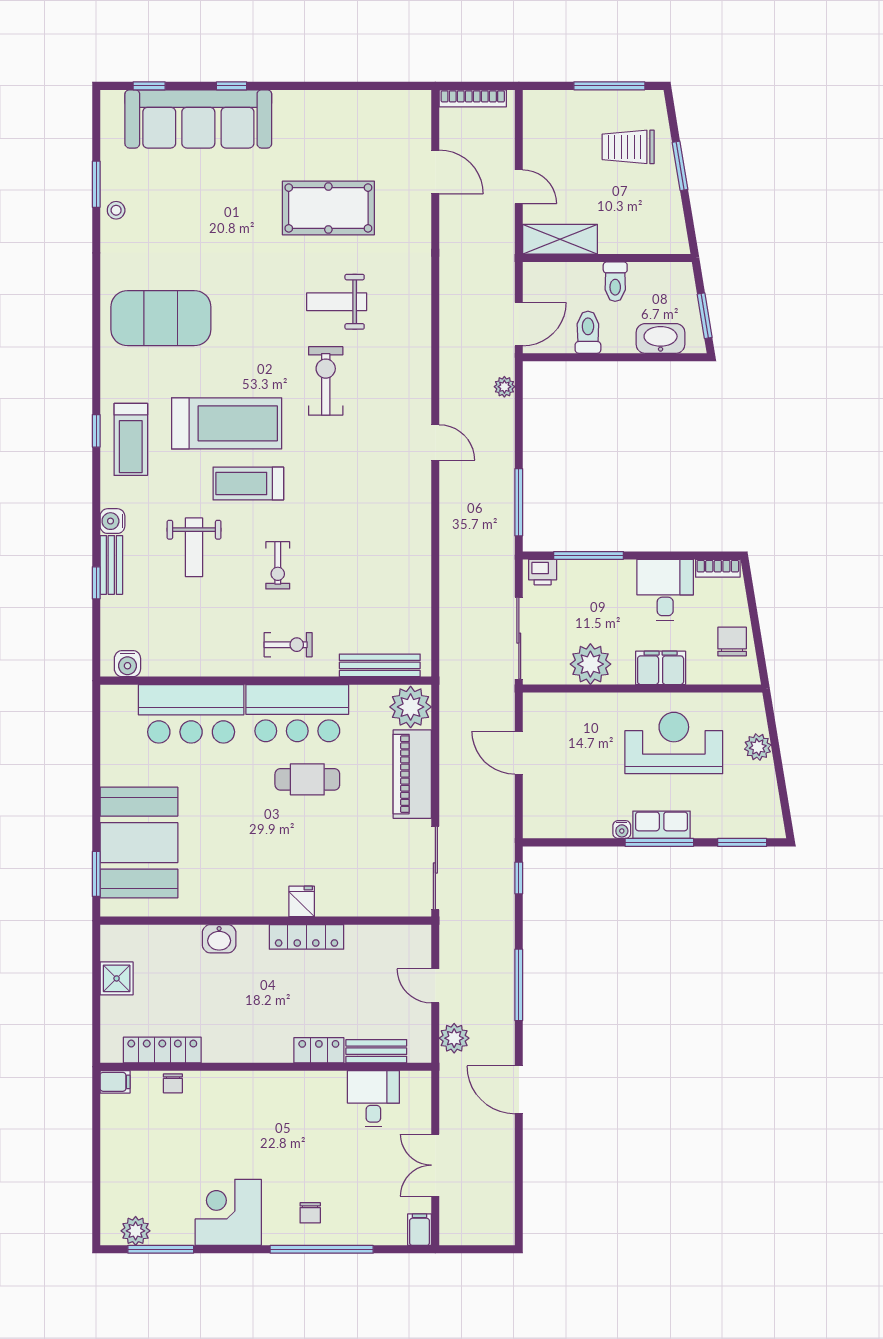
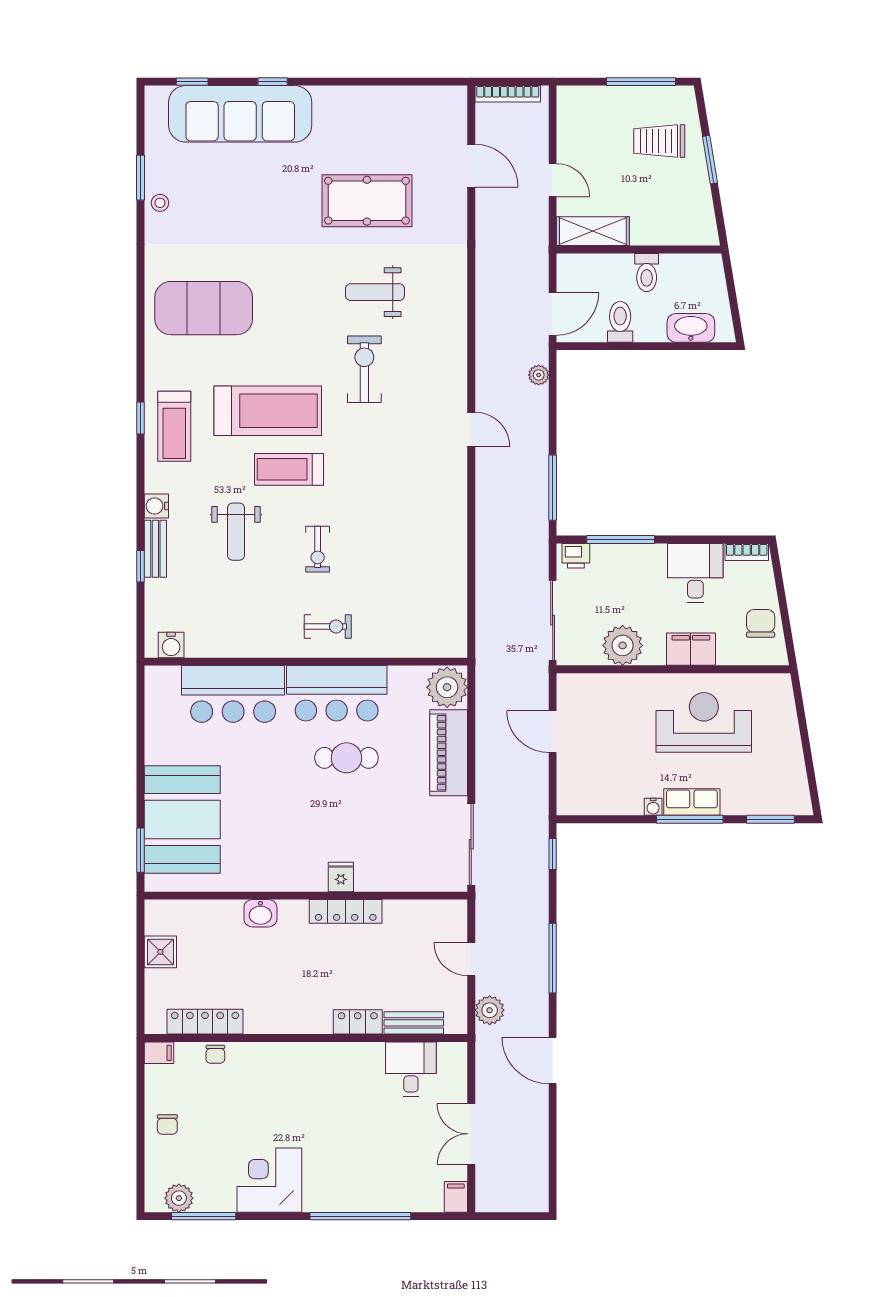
window: (705, 316) -> (734, 306), removed
bench: (380, 665) -> (417, 647), removed
plant: (758, 747) -> (786, 726), removed
chair: (310, 1213) -> (167, 1124), moved

